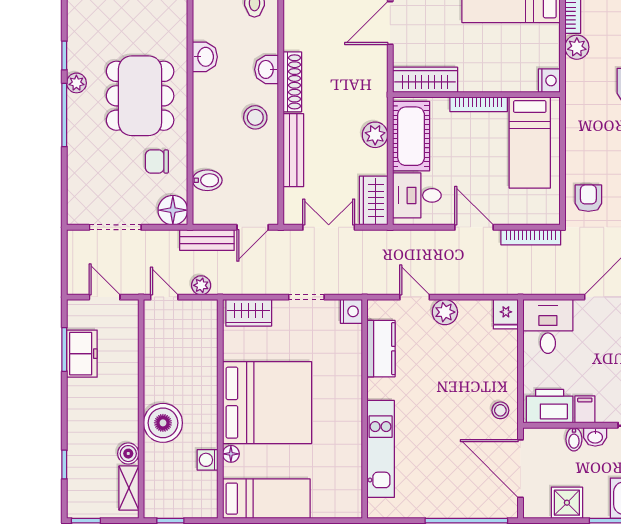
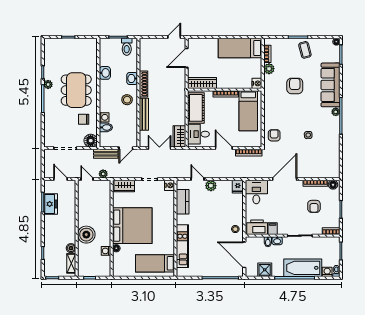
plant: (375, 135) -> (180, 107), removed
washing machine: (203, 157) -> (104, 117), added
bed: (266, 499) -> (155, 263), moved, turned 180

